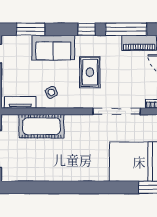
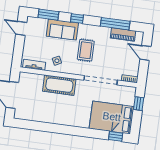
window: (87, 29) -> (77, 19), moved
cot: (41, 126) -> (59, 85), moved

